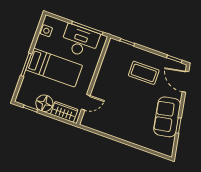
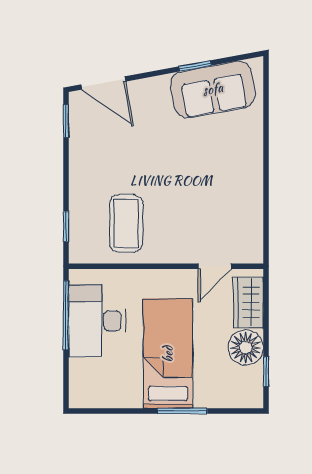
side table: (46, 31) -> (100, 395), removed
coffee table: (144, 73) -> (126, 223), moved
door: (185, 82) -> (103, 83), hinge flipped
door: (86, 102) -> (215, 266), swing flipped
sofa: (167, 117) -> (213, 89), moved

